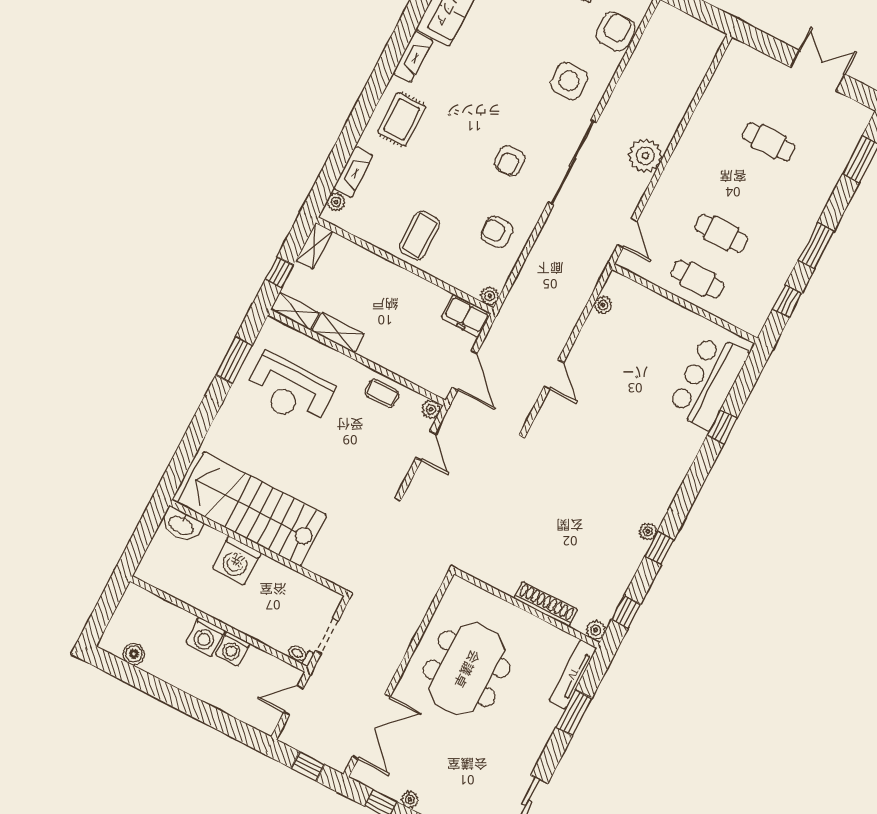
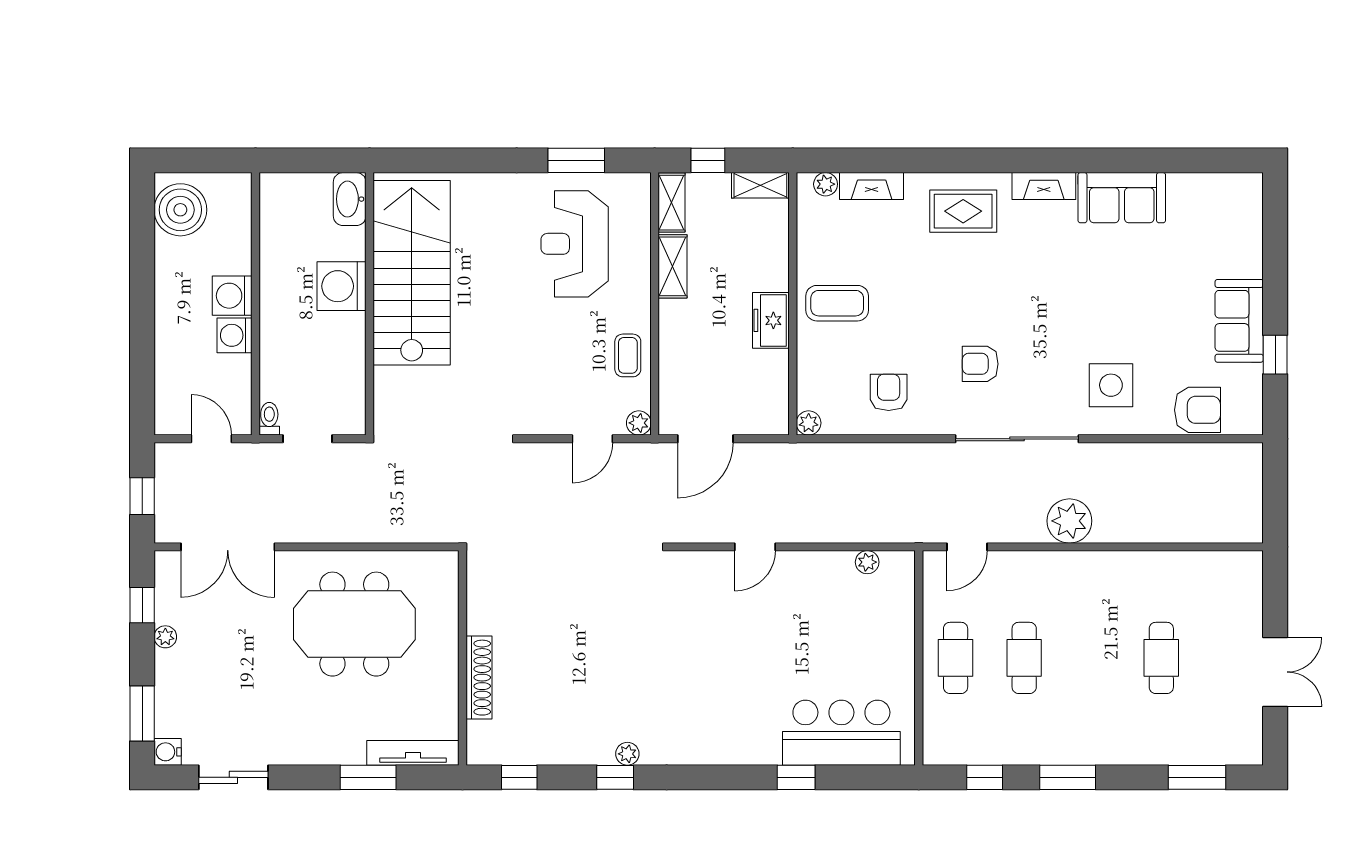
freezer: (466, 316) -> (771, 320), moved
plant: (596, 630) -> (479, 753), removed
boiler: (134, 654) -> (180, 210), width x1.86, depth x1.86

